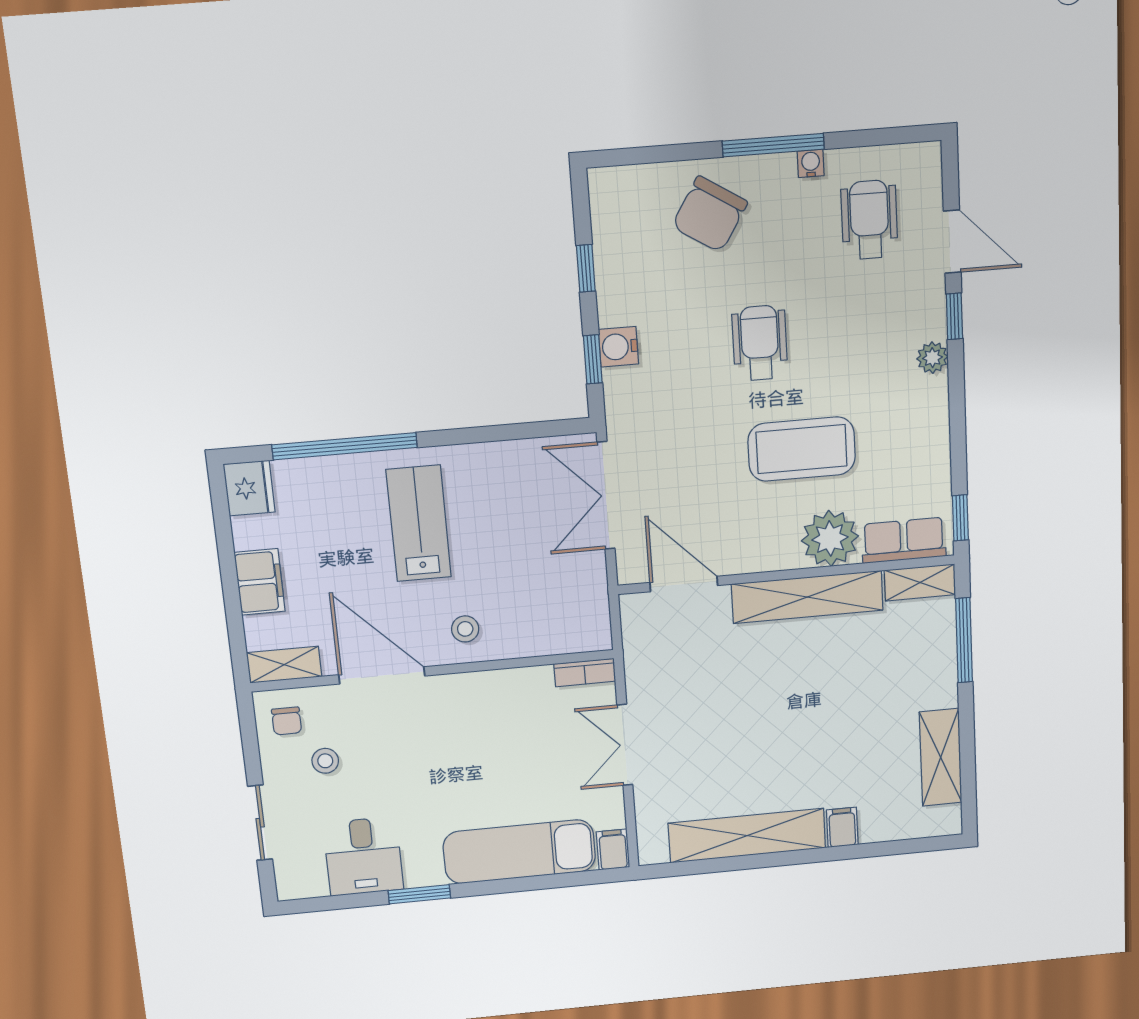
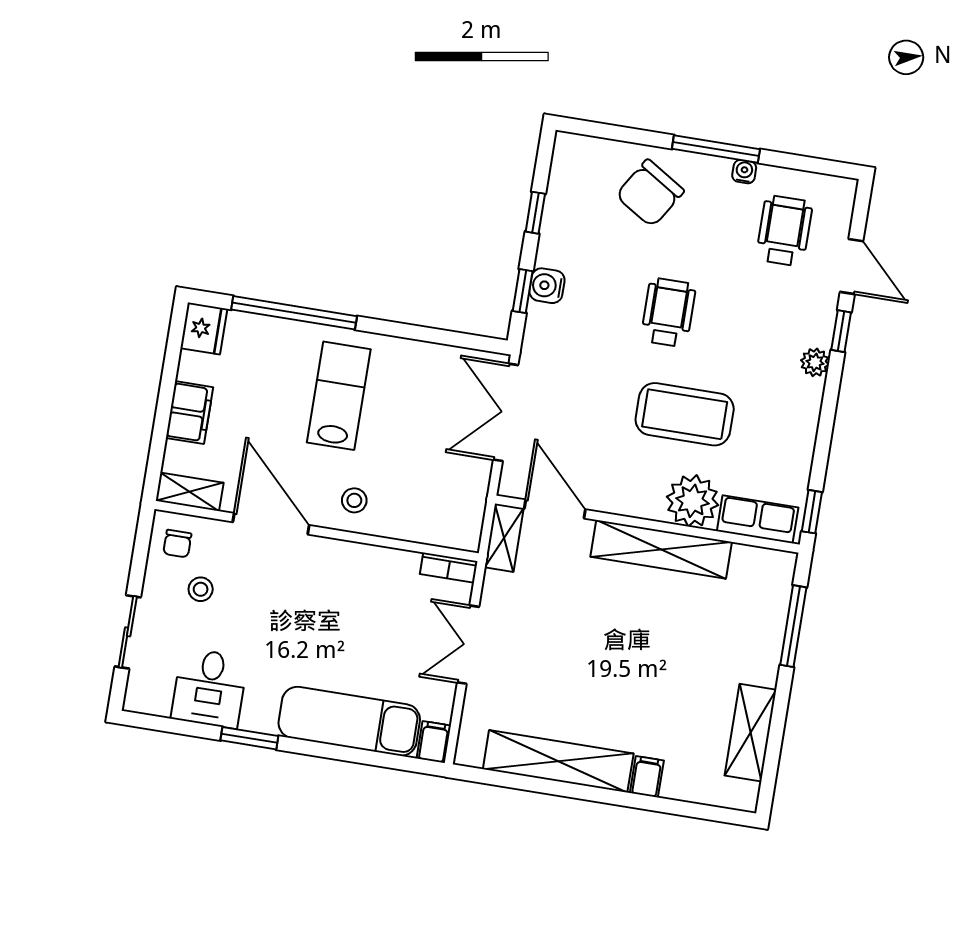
shelving: (920, 582) -> (504, 538), moved, turned 90

